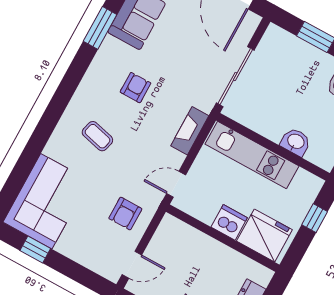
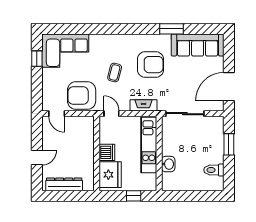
armchair: (135, 88) -> (150, 65), width x1.88, depth x1.88
coffee table: (97, 136) -> (115, 73), moved
armchair: (125, 214) -> (82, 96), width x1.88, depth x1.88

